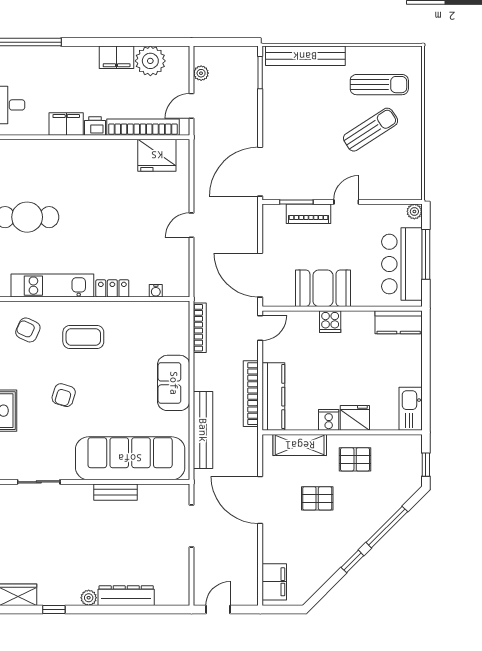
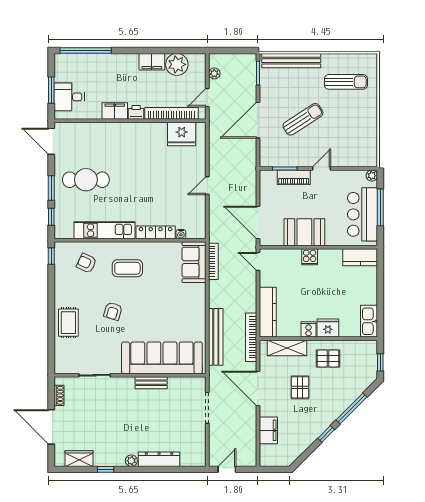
sun lounger: (371, 130) -> (303, 119), moved
door: (260, 172) -> (258, 120), moved
locker: (112, 288) -> (156, 232), width x1.53
door: (260, 328) -> (258, 262), swing flipped
sofa: (174, 383) -> (194, 262), moved
bookcase: (251, 394) -> (251, 337), moved
pallet: (317, 498) -> (300, 387), turned 90
filing cabinet: (274, 582) -> (268, 430), moved

